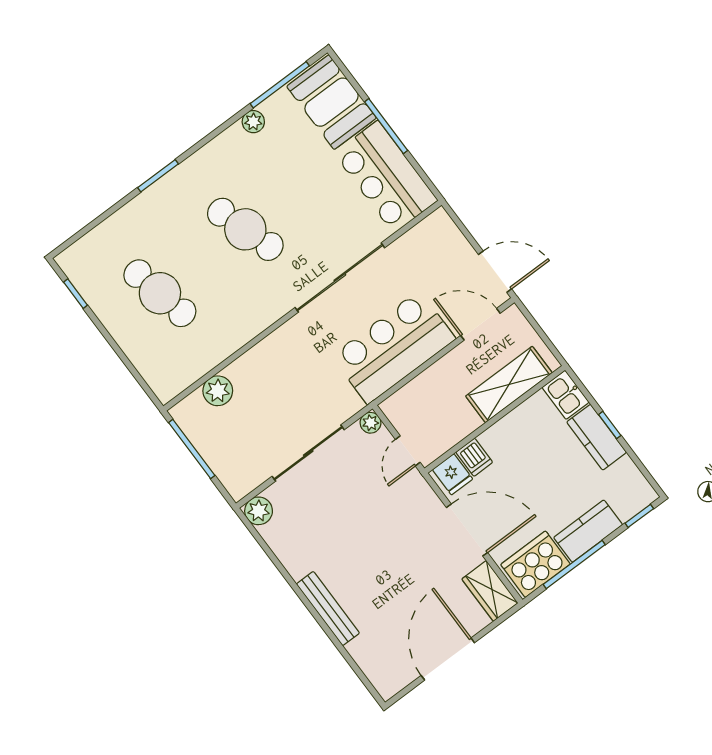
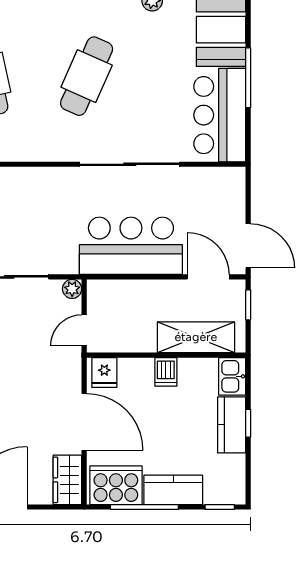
cafe table: (245, 229) -> (87, 76), turned 42
window: (533, 323) -> (248, 305), added
dishwasher: (474, 457) -> (166, 372), moved

